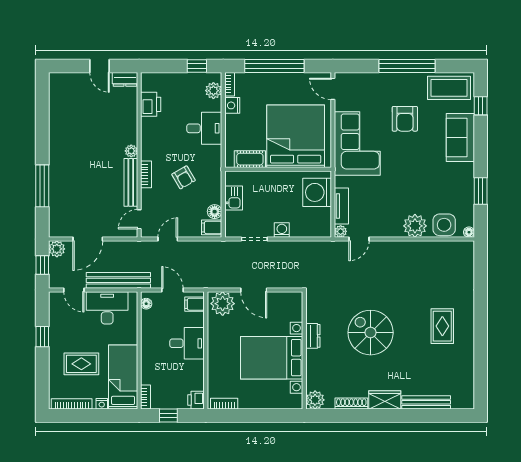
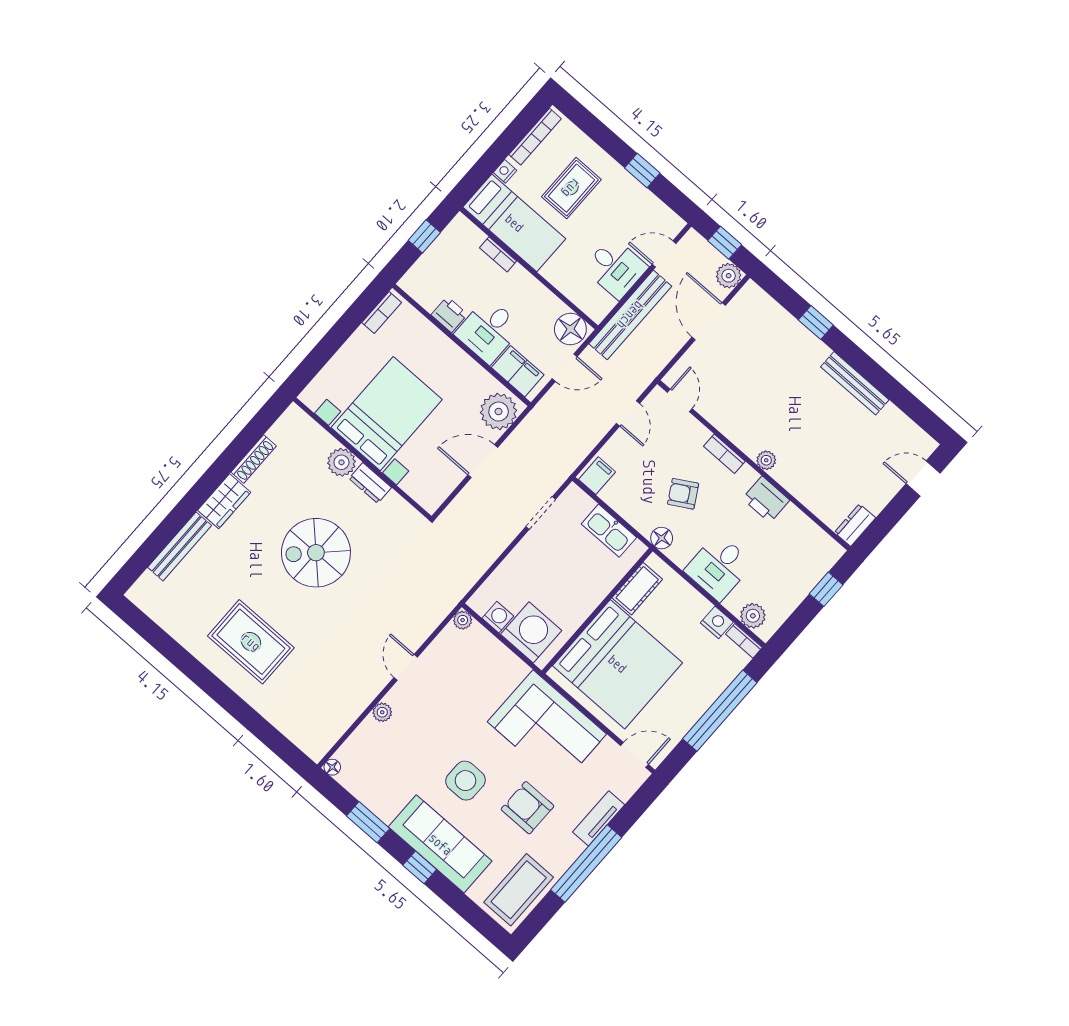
door: (100, 66) -> (923, 478), moved
window: (197, 66) -> (826, 589), moved
printer: (151, 104) -> (766, 499), moved
window: (481, 106) -> (420, 867), moved
sofa: (460, 137) -> (440, 844), width x1.36
bench: (131, 182) -> (855, 383), moved
window: (42, 186) -> (816, 322), width x0.46
kitchen sink: (234, 198) -> (609, 531), width x1.38
tv unit: (341, 206) -> (599, 818), moved, turned 90
floor lamp: (215, 212) -> (662, 538), moved
side table: (444, 225) -> (466, 781), moved
plant: (415, 226) -> (382, 712), width x0.53, depth x0.53
washing machine: (282, 230) -> (498, 617), moved, turned -90
door: (359, 239) -> (406, 667), moved
floor lamp: (146, 304) -> (570, 329), width x1.89, depth x1.89
filing cabinet: (194, 304) -> (518, 371), width x2.00
desk: (107, 308) -> (616, 268), width x0.73
rug: (442, 326) -> (251, 642), width x1.36, depth x1.43
spiral stairs: (371, 333) -> (316, 553), turned 180
bookcase: (145, 397) -> (498, 254), moved
printer: (196, 400) -> (449, 315), moved
plant: (315, 400) -> (341, 462), moved

